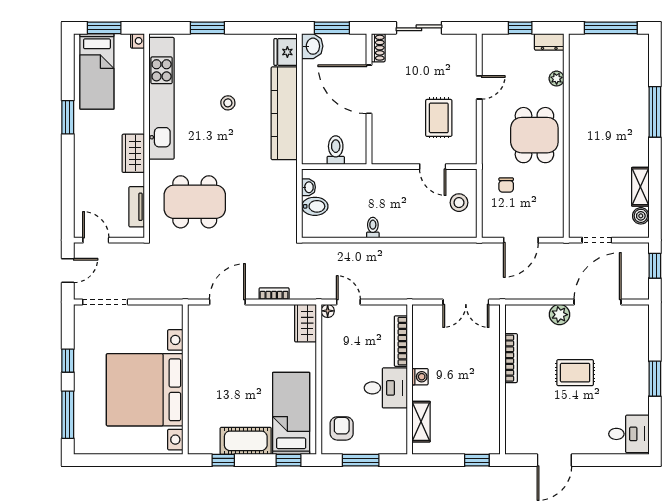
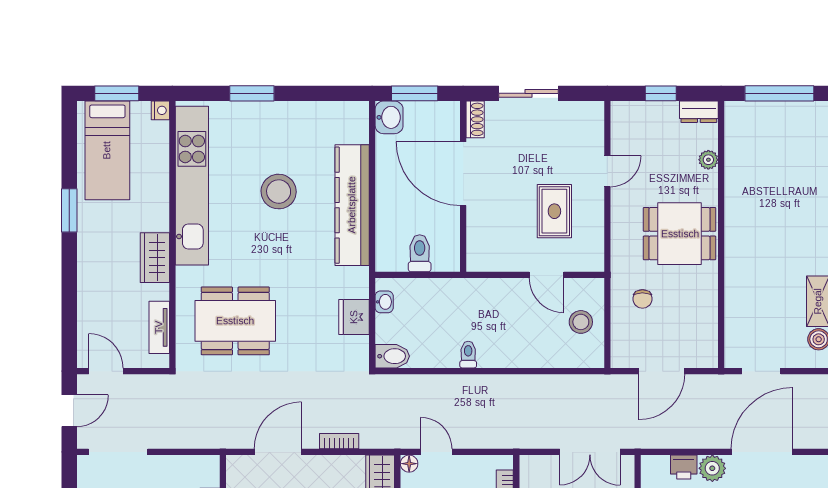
fridge: (286, 52) -> (354, 317), moved
stool: (228, 103) -> (279, 192), width x1.89, depth x1.89
dining table: (534, 135) -> (680, 234), turned 90
bidet: (315, 206) -> (392, 356), moved
printer: (538, 314) -> (684, 467), added

